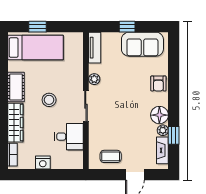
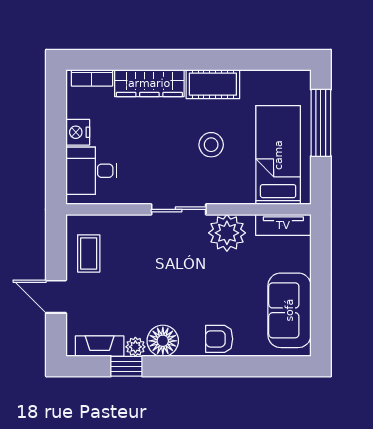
window: (38, 27) -> (321, 123), width x2.17
window: (127, 27) -> (321, 283), removed
bed: (35, 48) -> (278, 155), moved, turned 180
plant: (94, 79) -> (227, 233), width x1.87, depth x1.87
stool: (49, 100) -> (211, 145), moved
desk: (69, 137) -> (91, 171), moved, turned 90

